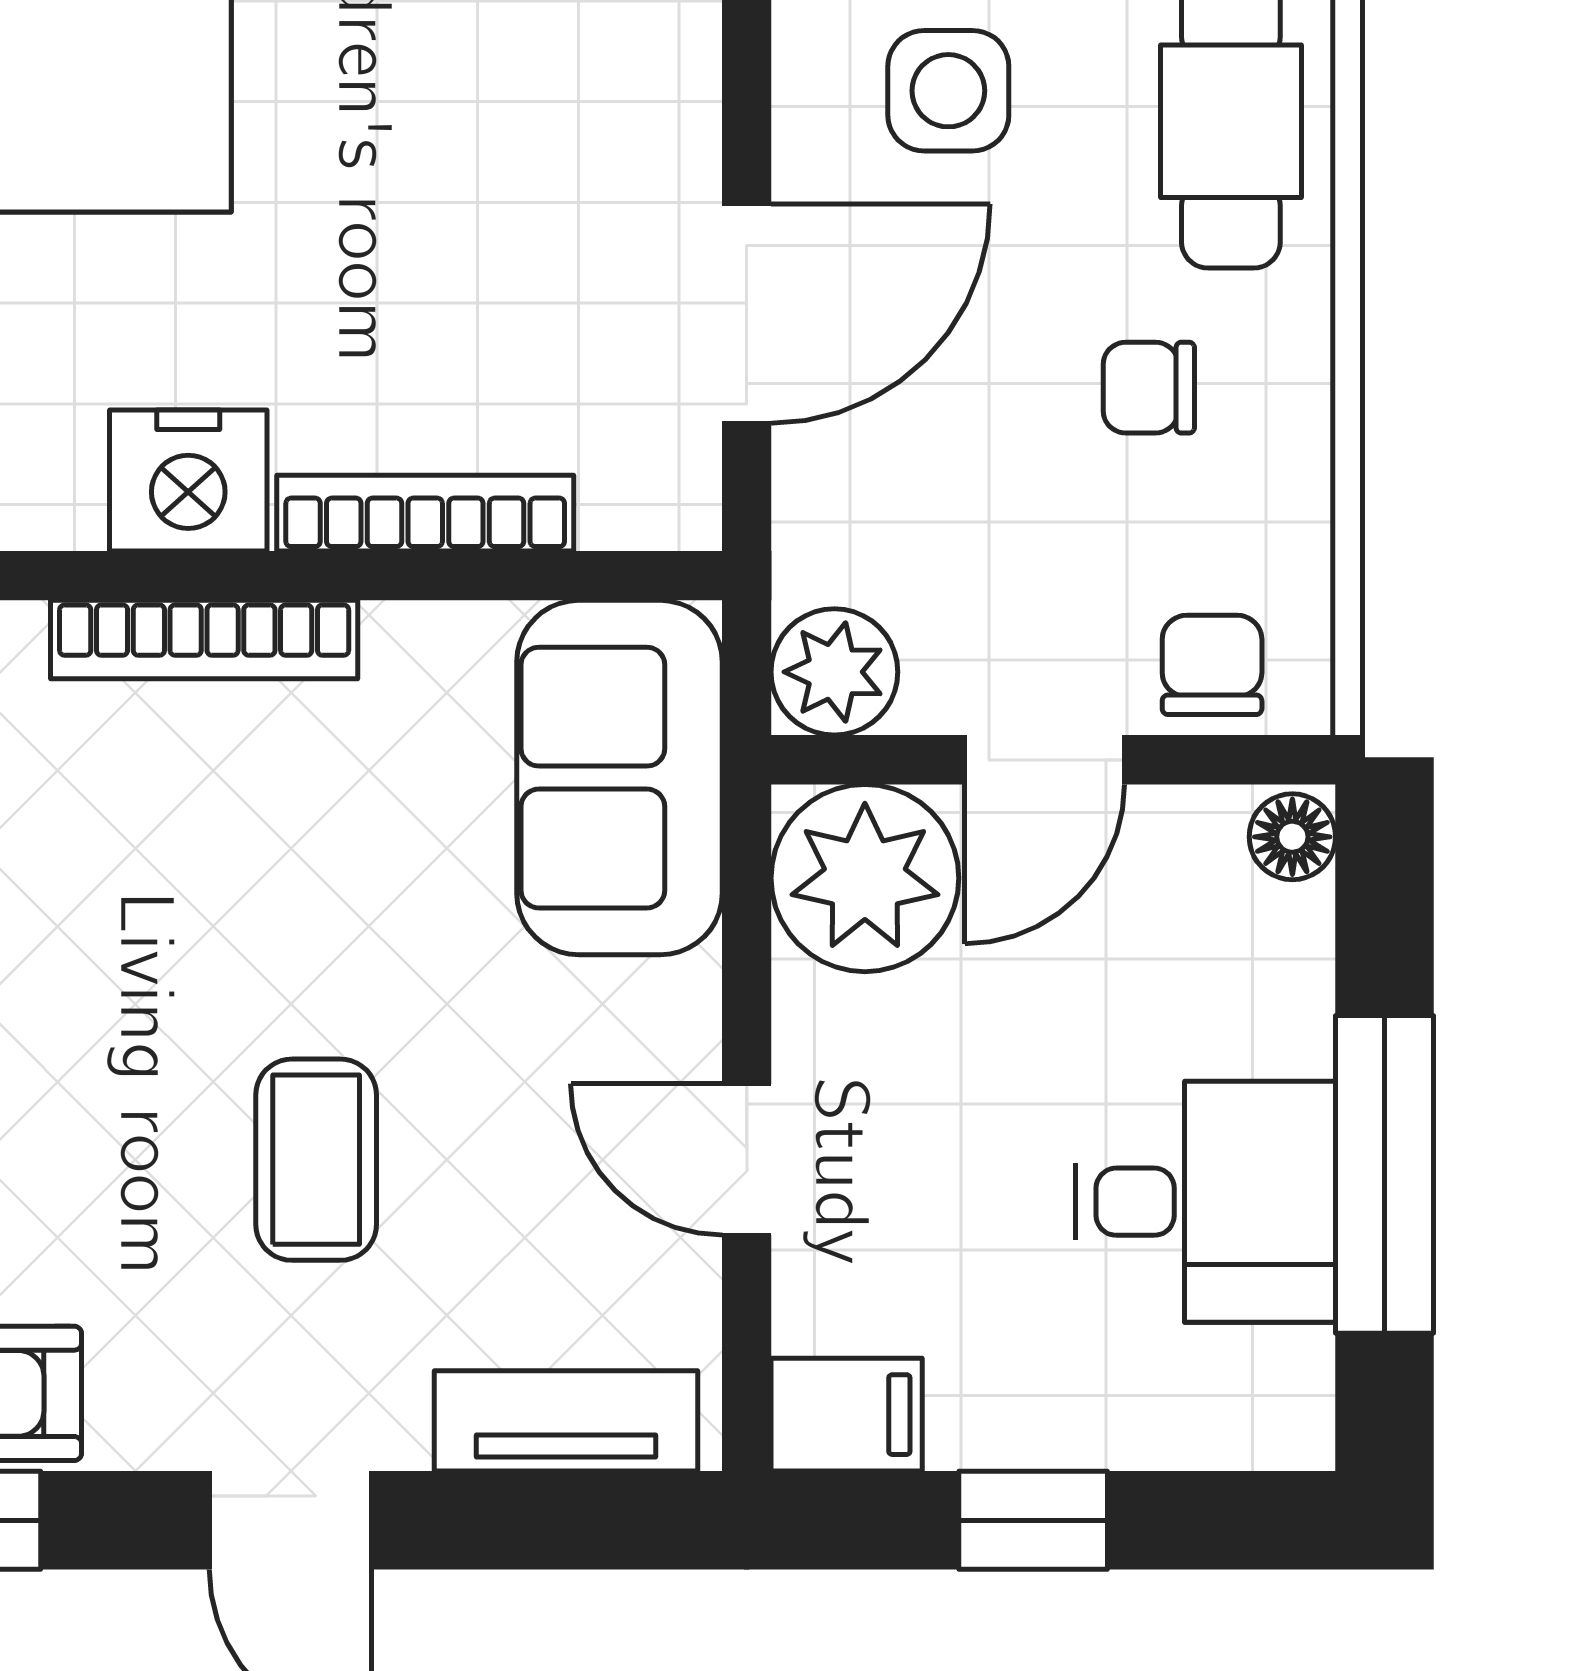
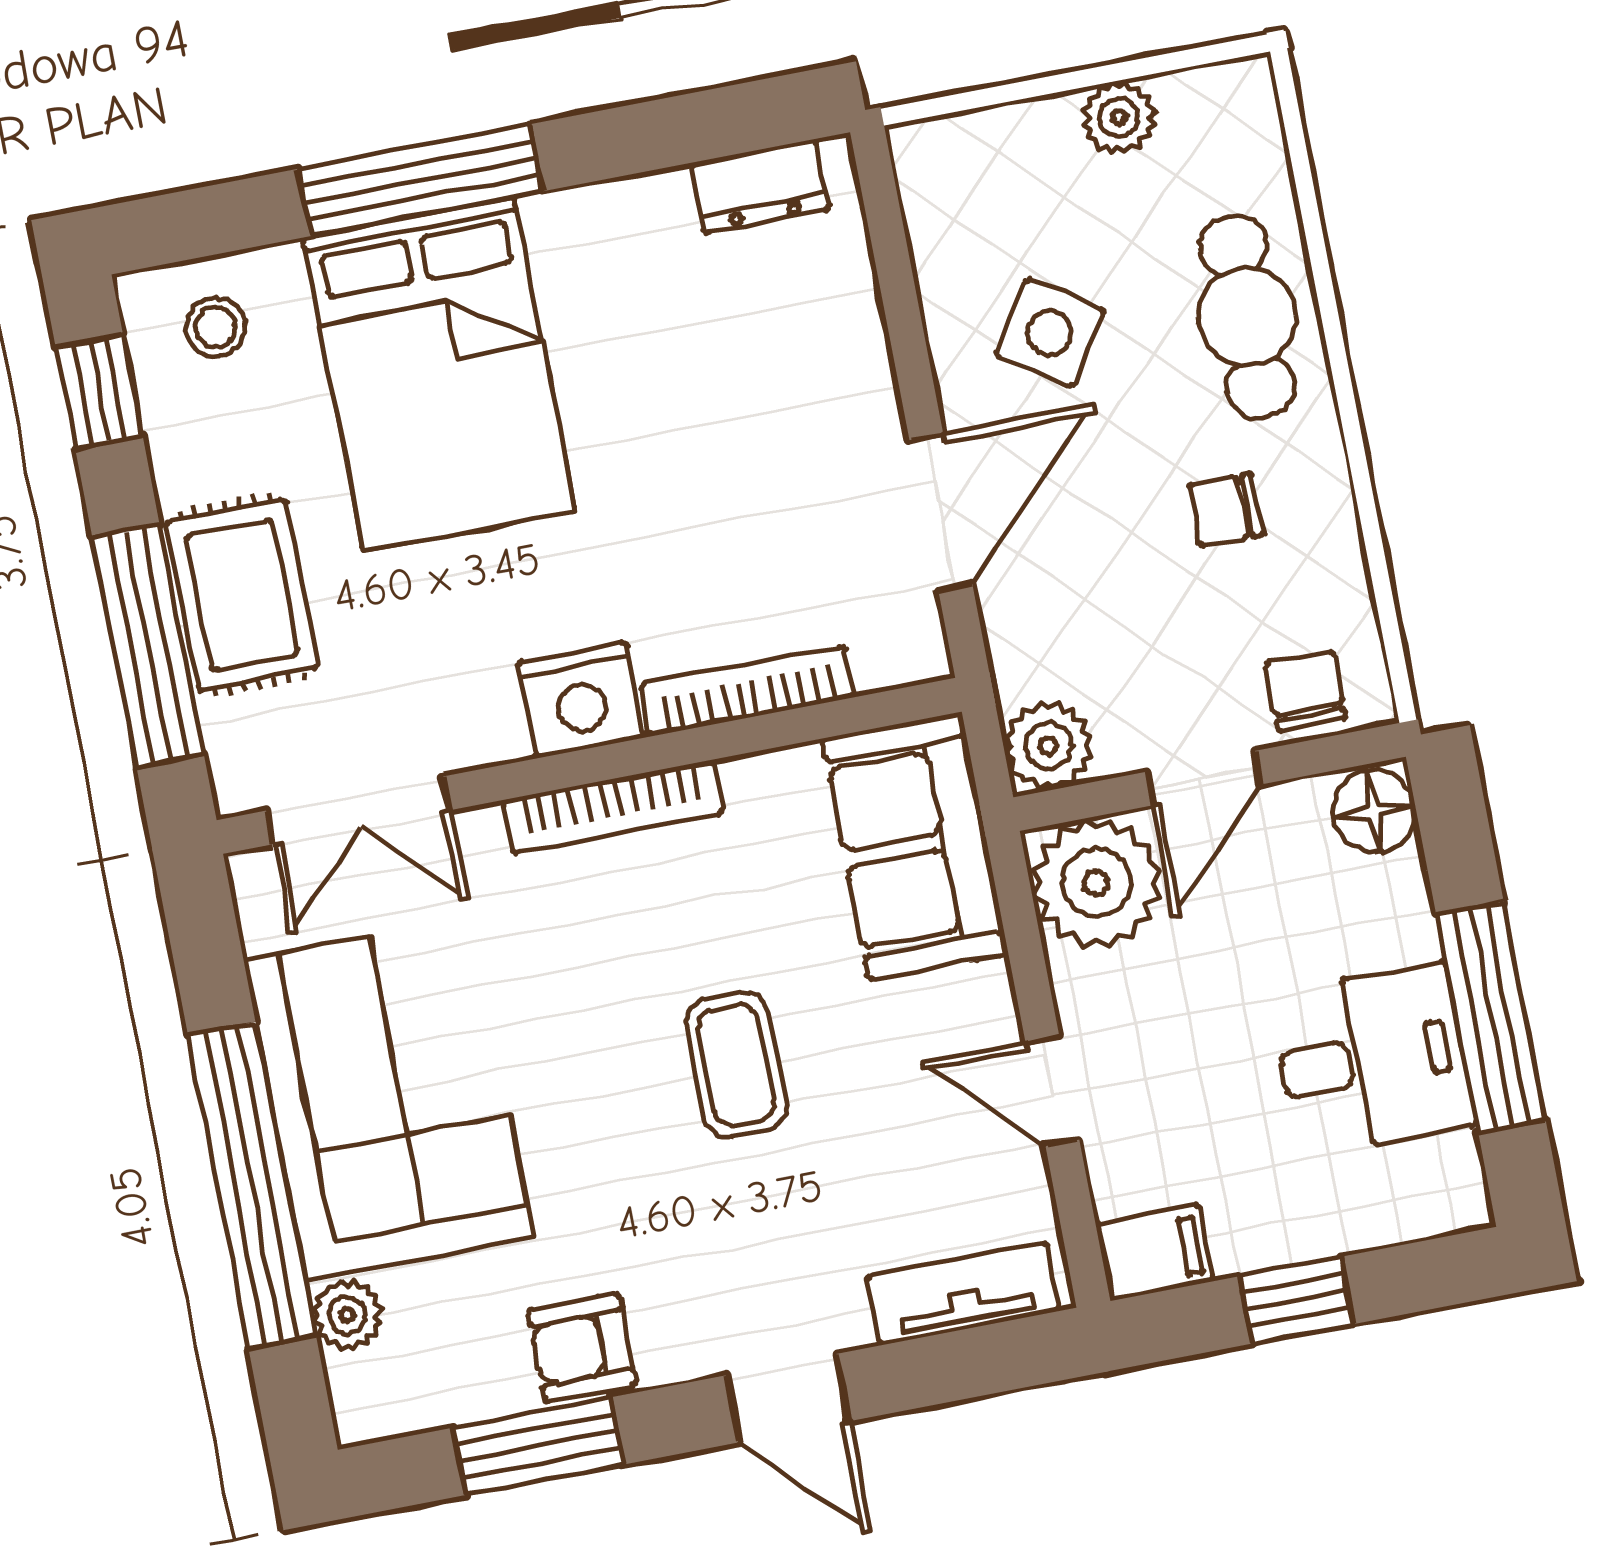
side table: (948, 91) -> (1050, 333), turned 33
floor lamp: (1292, 837) -> (1375, 811), width x1.37, depth x1.37
coffee table: (316, 1160) -> (736, 1065), moved

